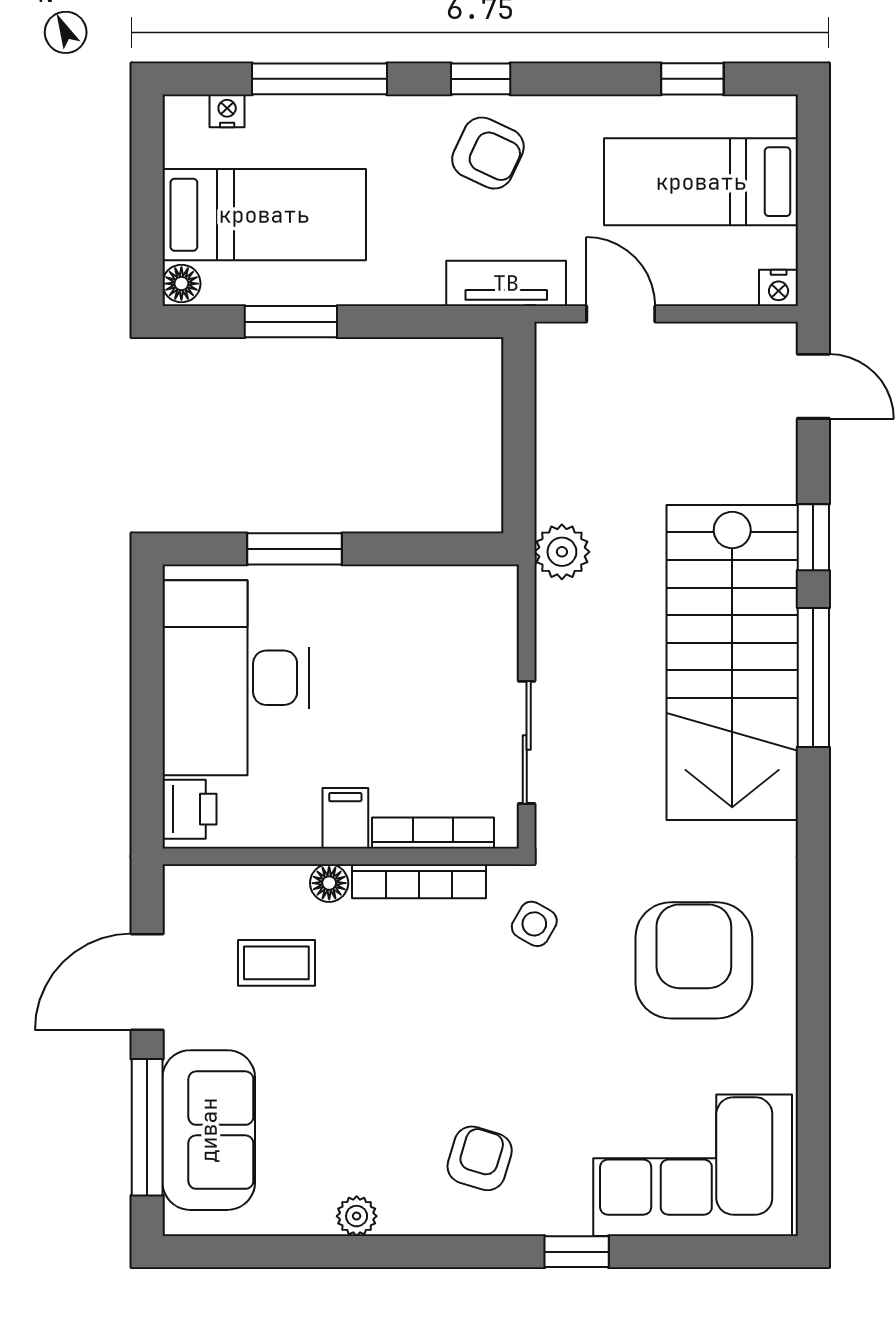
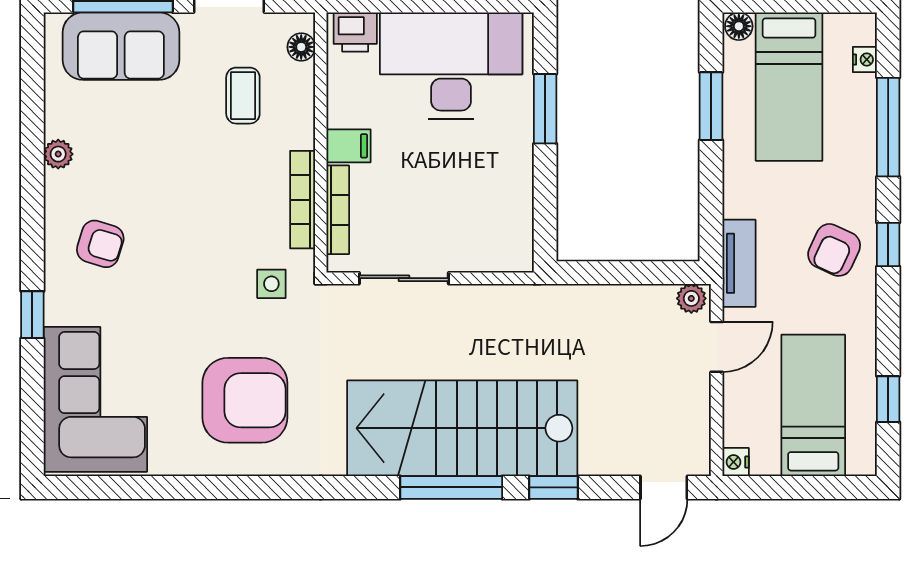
plant: (562, 552) -> (691, 298), moved, width x0.73, depth x0.73
floor lamp: (329, 883) -> (301, 47), moved
side table: (534, 924) -> (271, 284), turned -30

